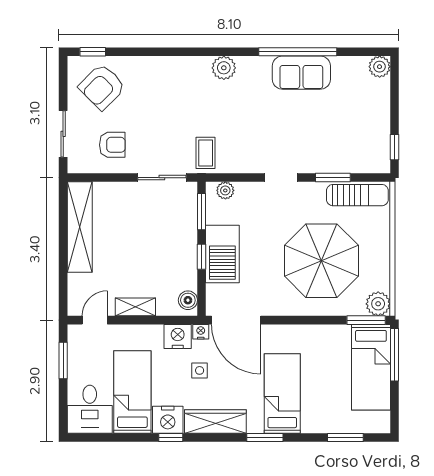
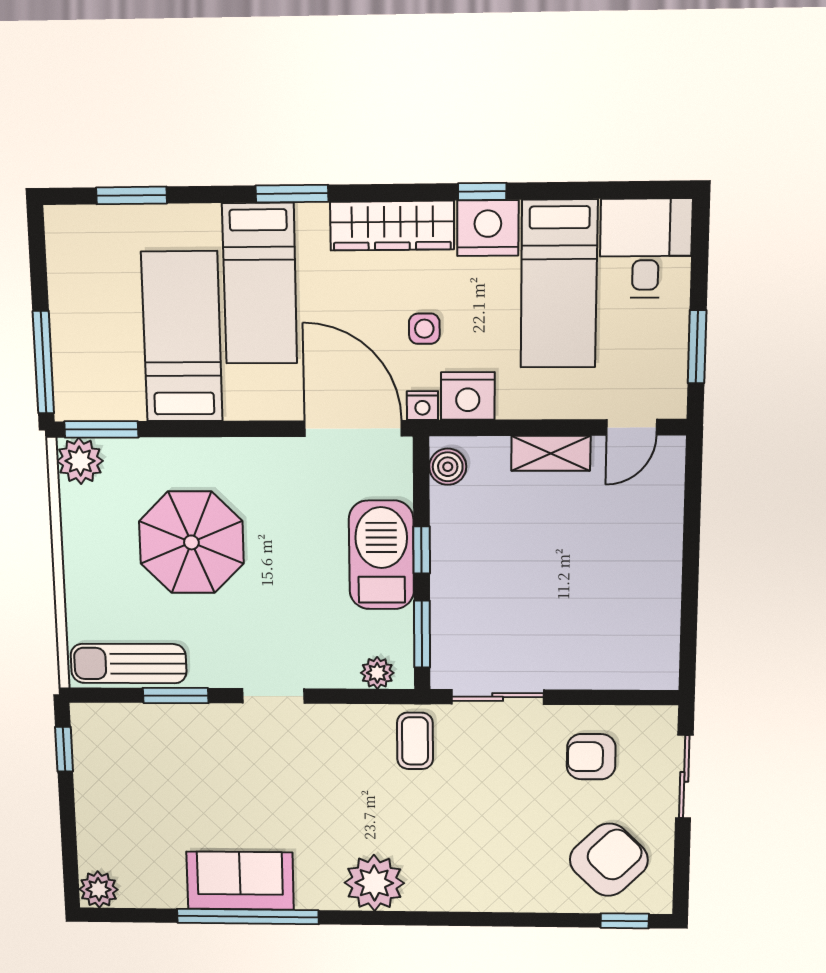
plant: (224, 68) -> (374, 883), width x1.36, depth x1.36
shelving: (80, 227) -> (657, 606), removed
parasol: (321, 261) -> (191, 542), width x0.73, depth x0.73
bed: (371, 367) -> (182, 337), moved

